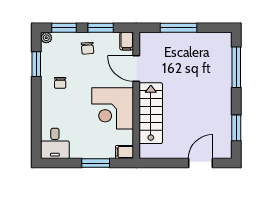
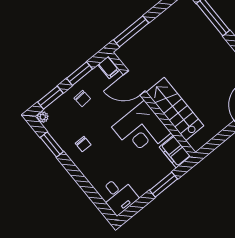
window: (179, 28) -> (131, 31), moved
filing cabinet: (124, 152) -> (175, 152), width x2.00

